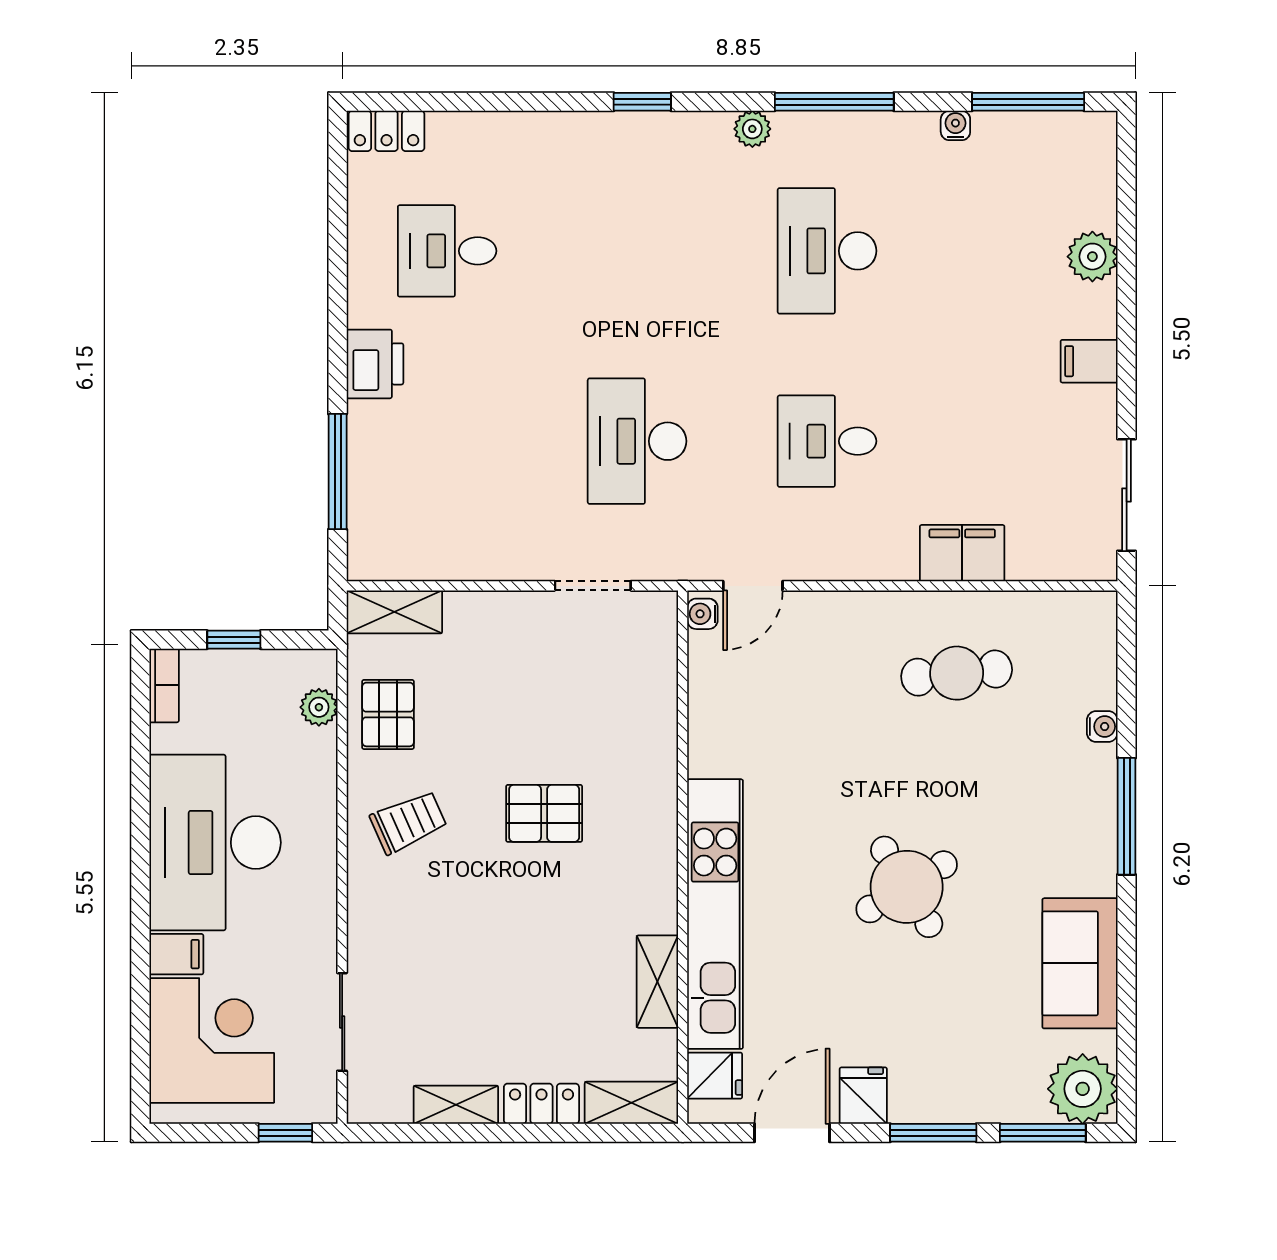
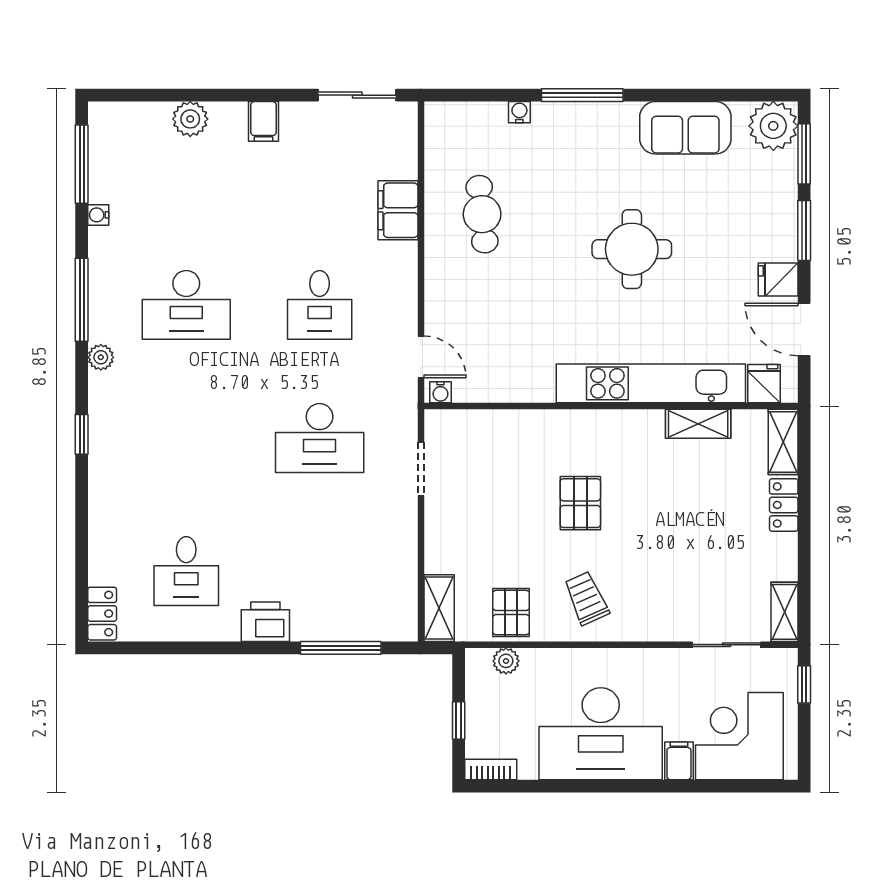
pallet: (388, 714) -> (511, 613), turned 90
round table: (907, 887) -> (632, 249), turned 31
shelving: (456, 1105) -> (784, 612), moved

